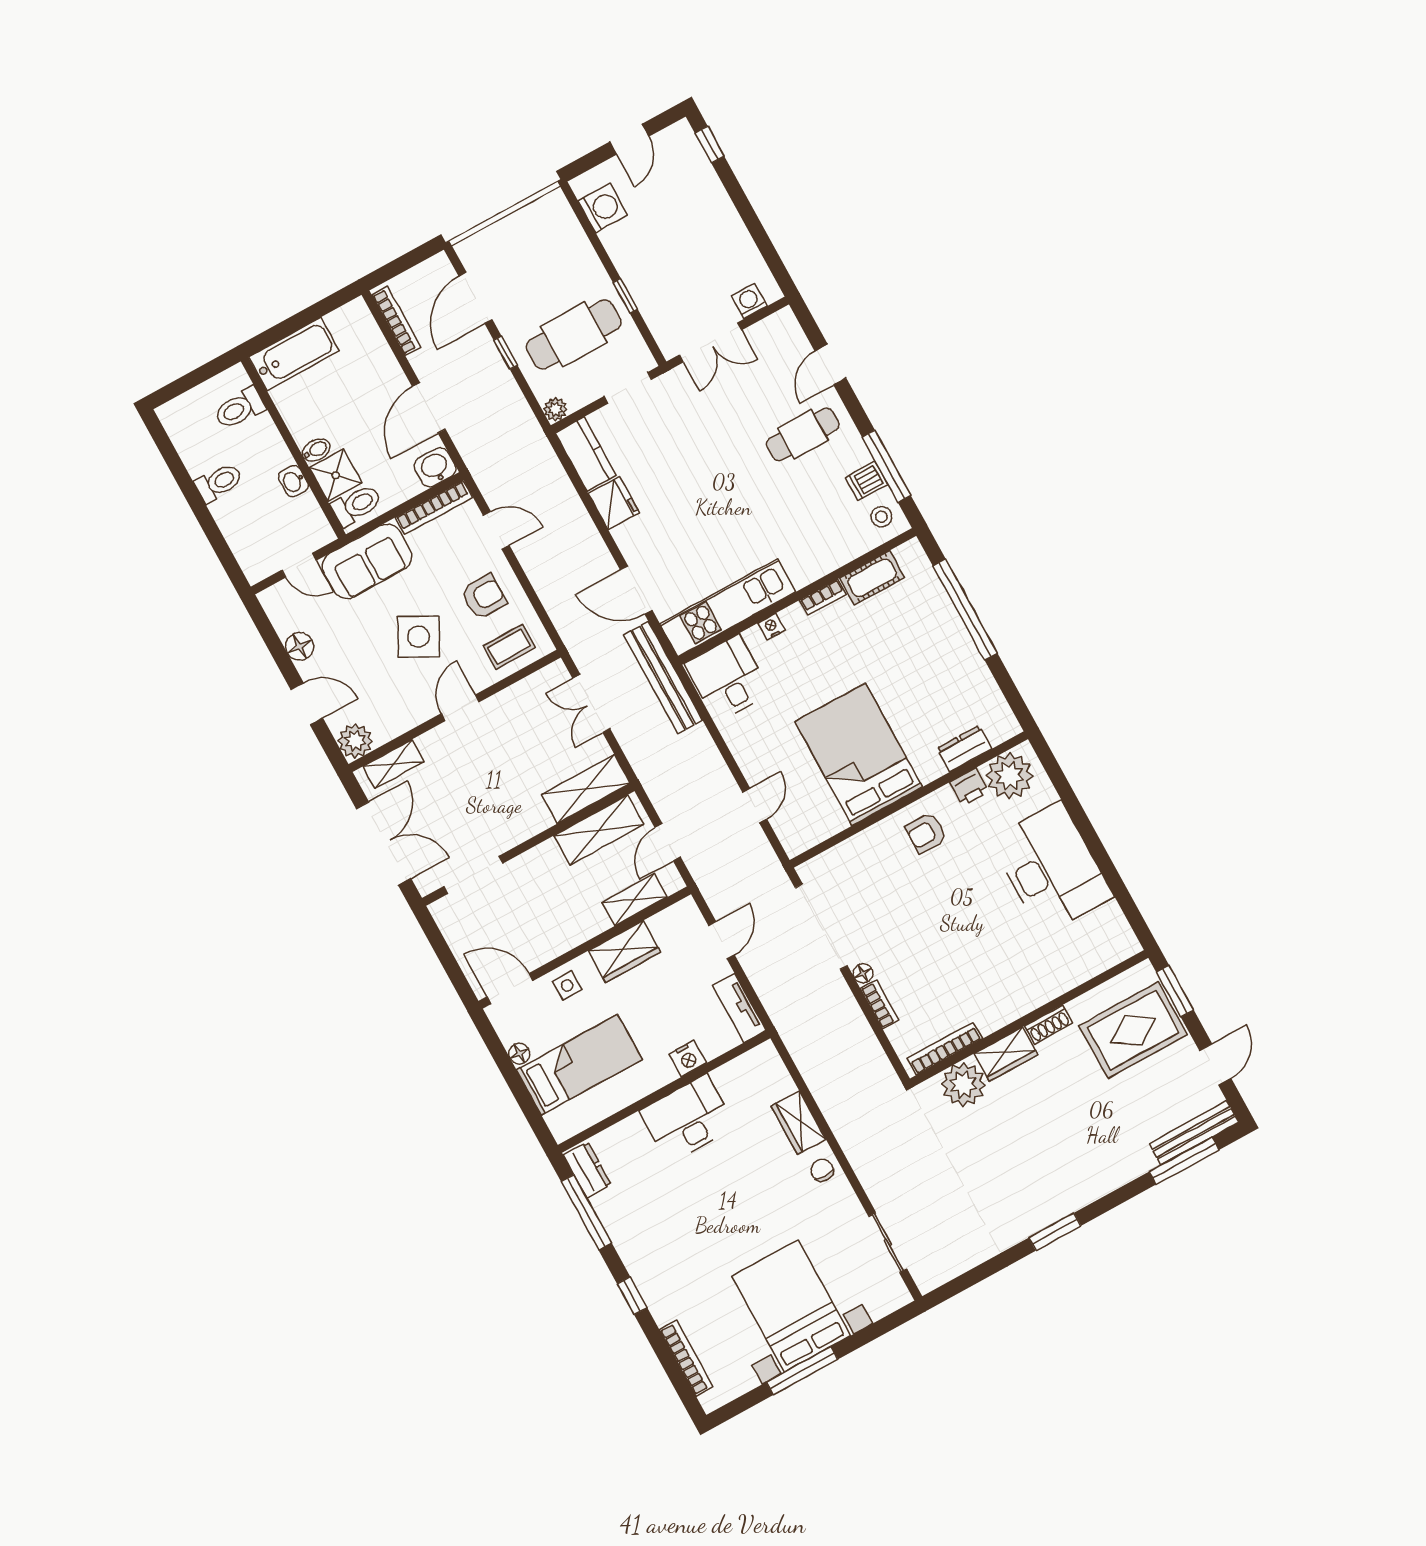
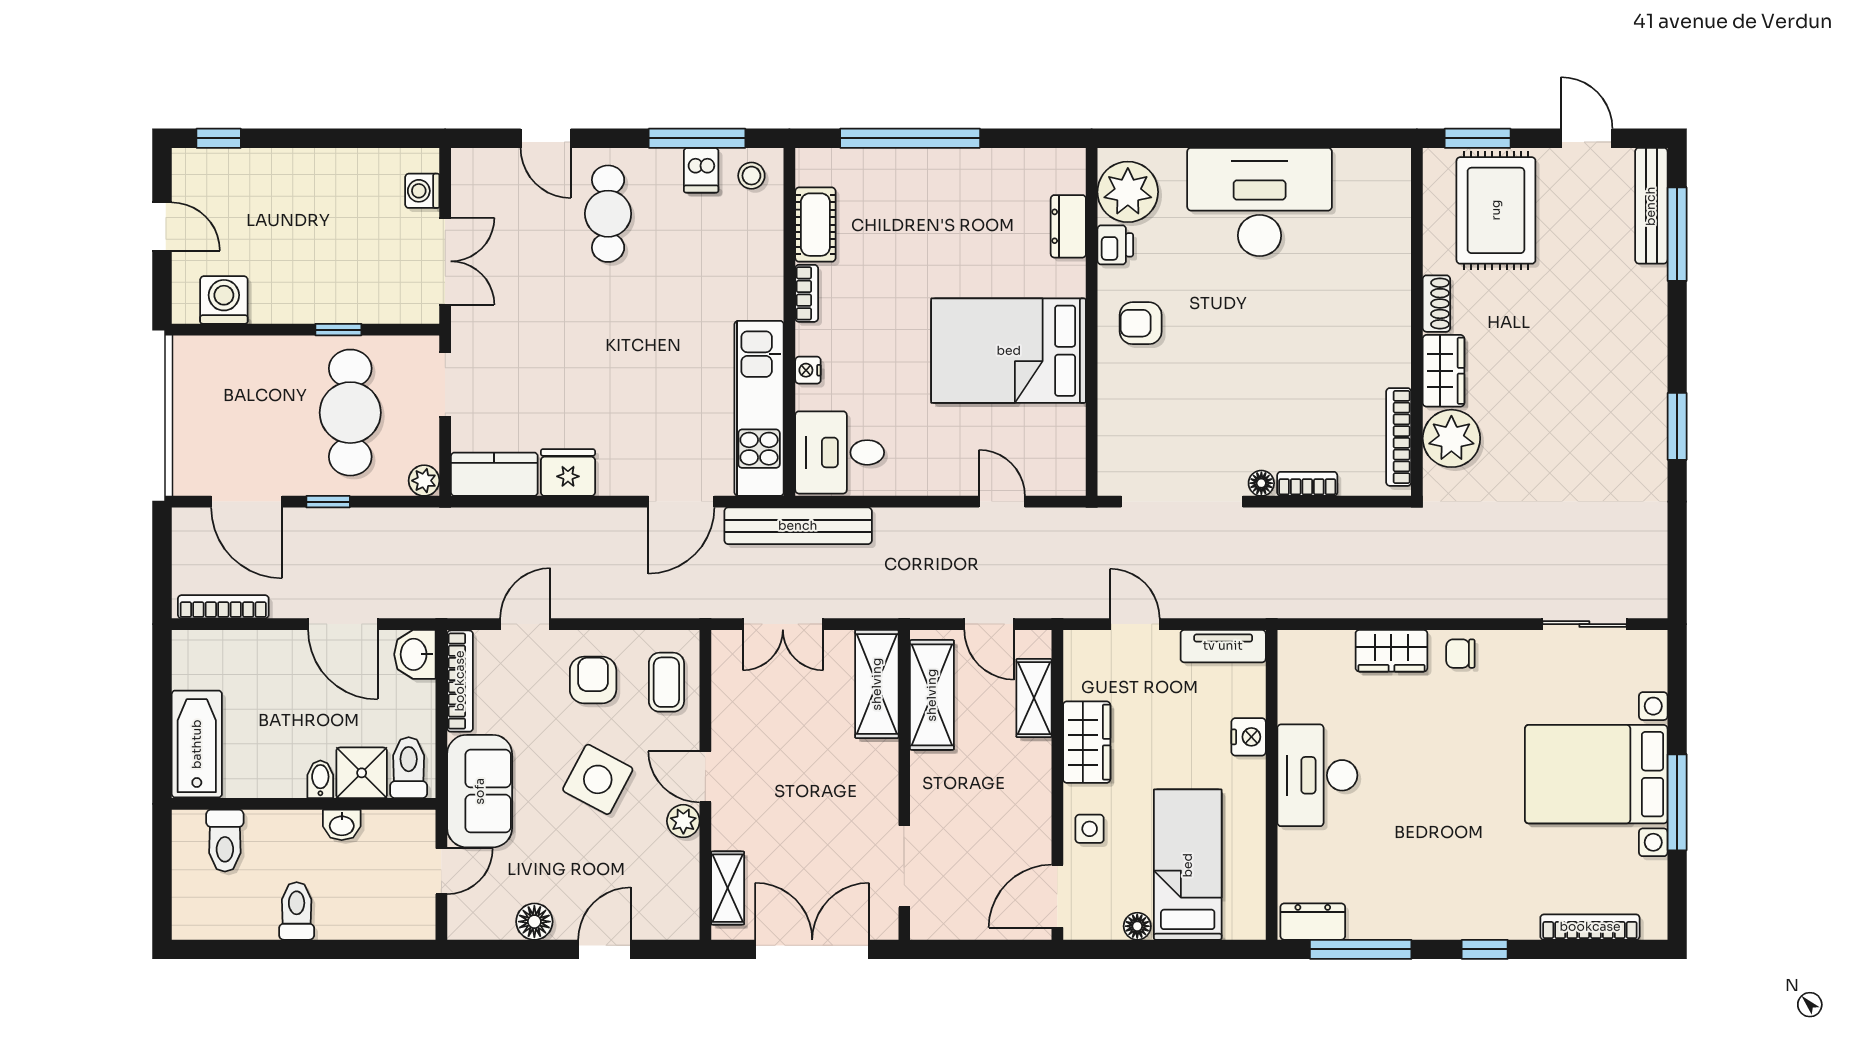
plant: (355, 741) -> (683, 821), moved, width x0.73, depth x0.73
armchair: (926, 833) -> (1141, 323), turned 90

